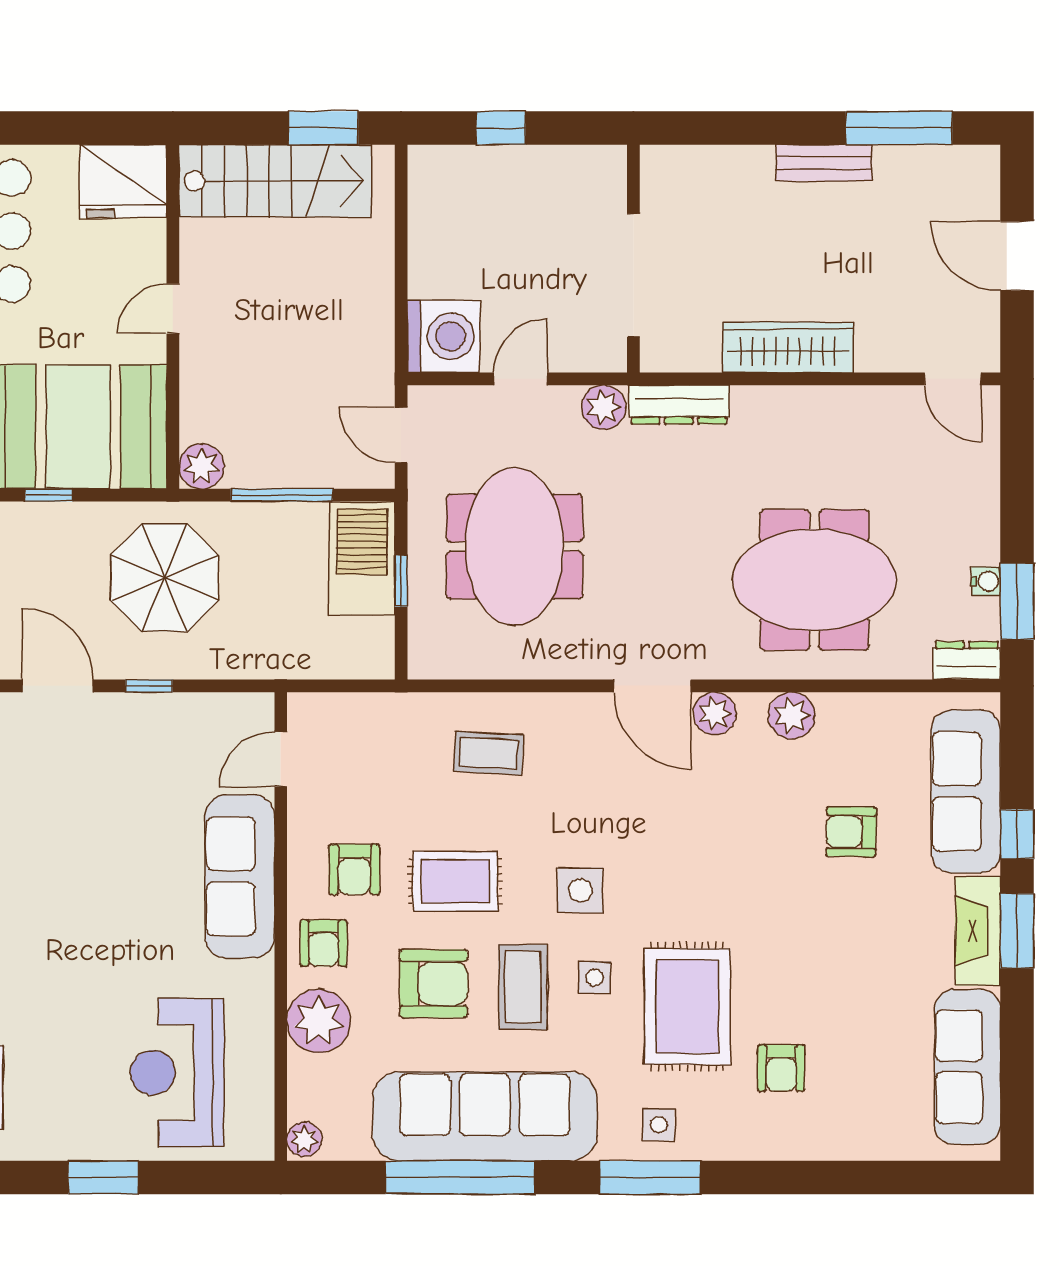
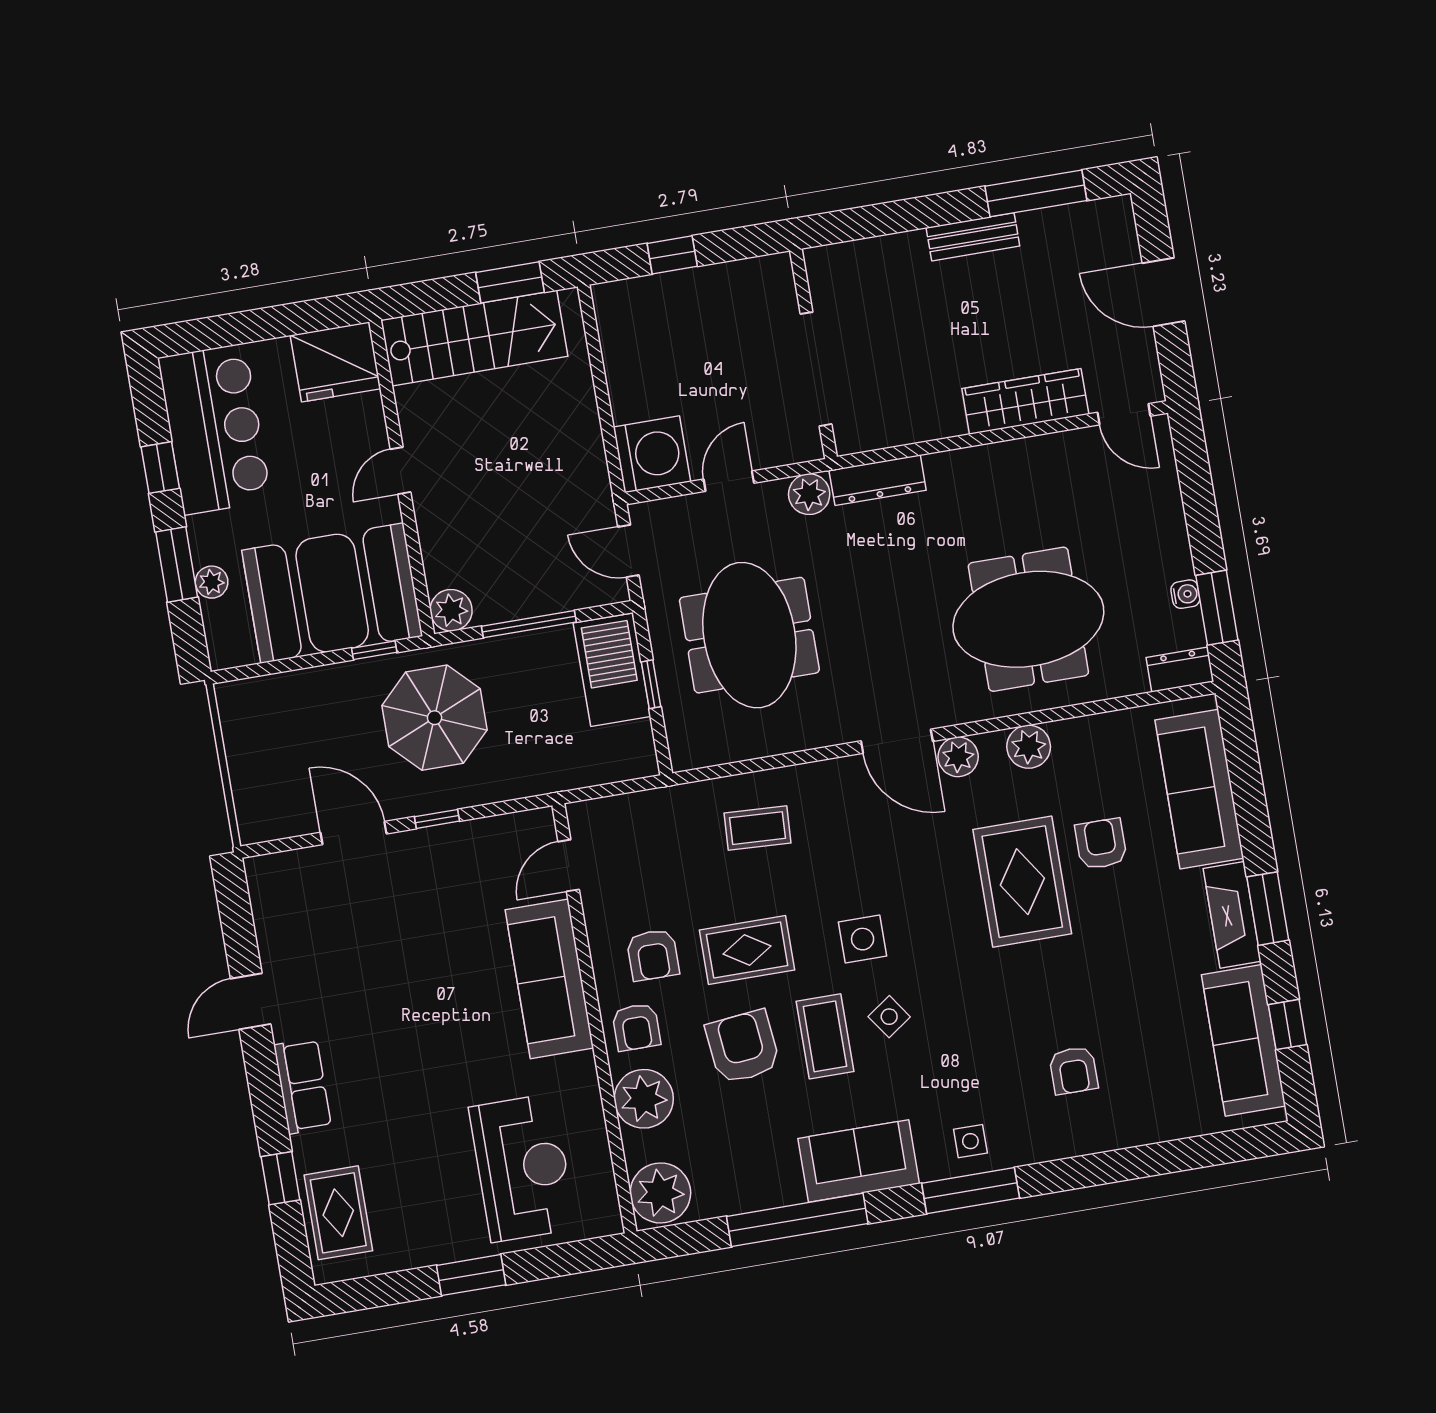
wardrobe: (788, 347) -> (1025, 401), moved
window: (49, 495) -> (374, 650), moved
armchair: (851, 832) -> (1101, 844), turned 89
window: (1017, 834) -> (1287, 1025), moved
side table: (595, 978) -> (889, 1017), turned -35
armchair: (433, 984) -> (743, 1047), turned -96
rug: (687, 1007) -> (1022, 882), moved
reception desk: (177, 1073) -> (522, 1168), turned 180
sofa: (485, 1116) -> (859, 1161), width x0.54, depth x0.79
plant: (304, 1139) -> (660, 1193), width x1.88, depth x1.88

